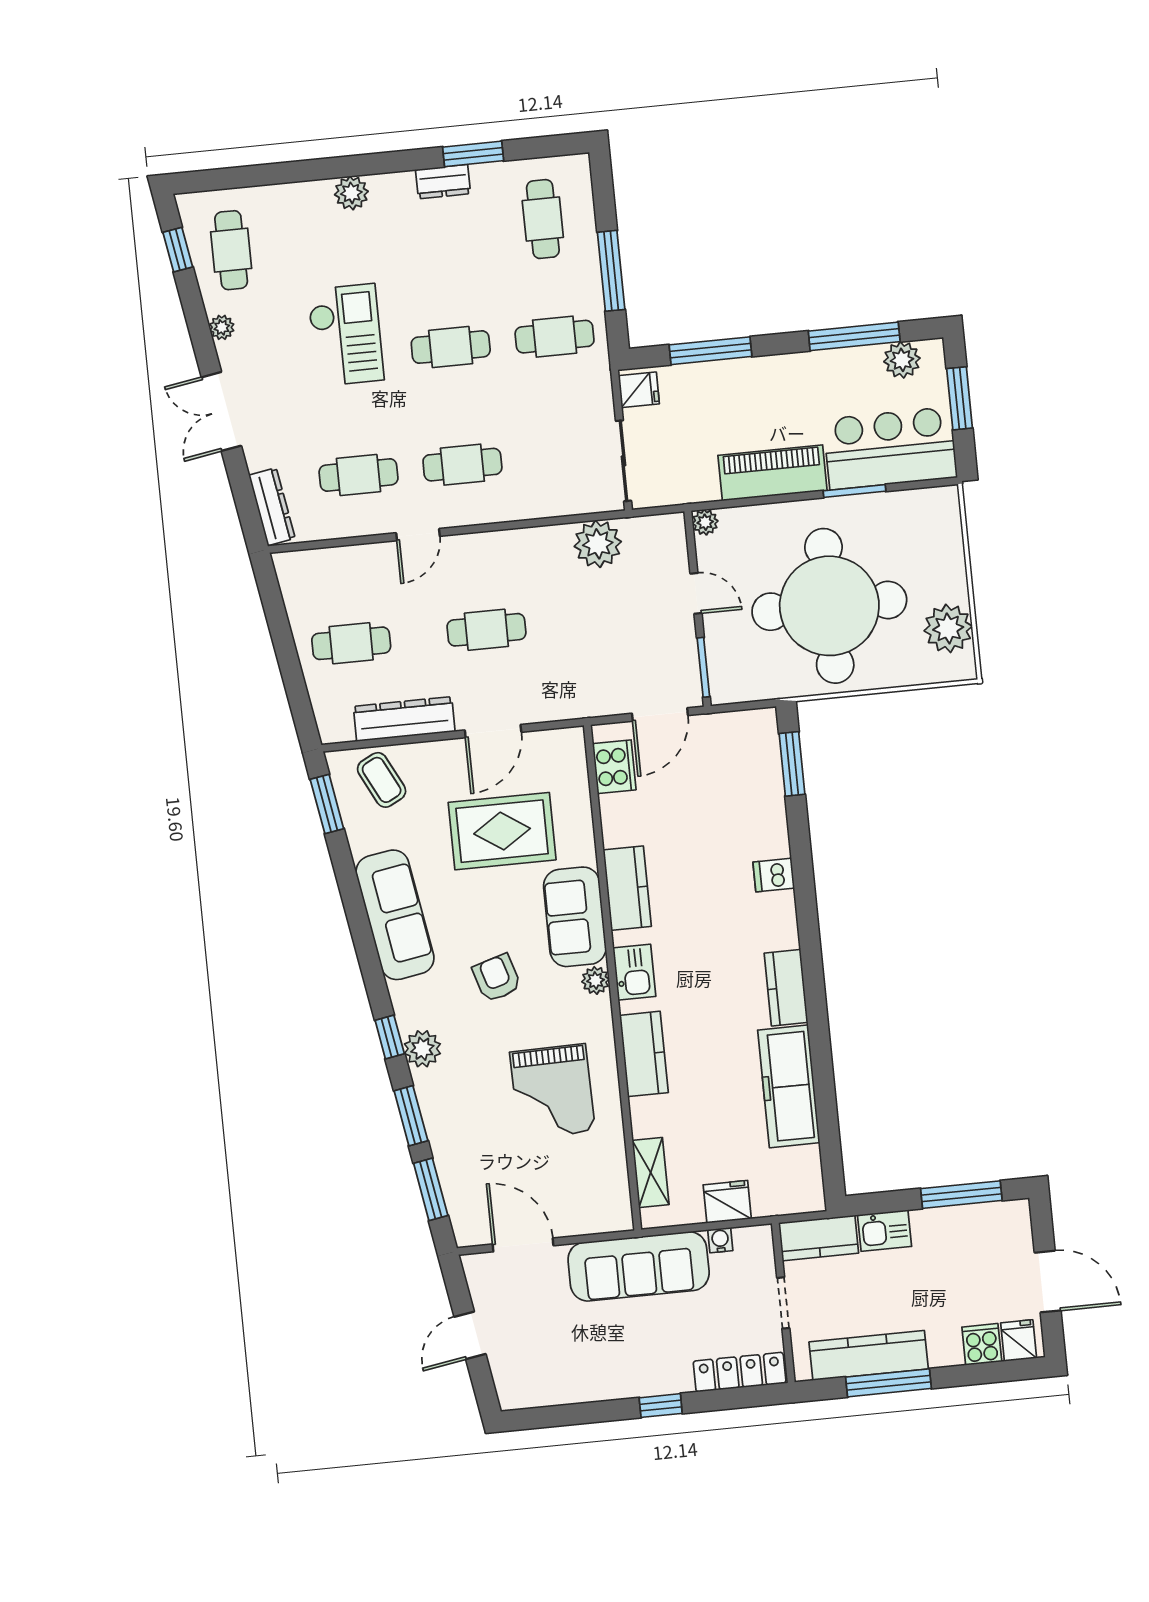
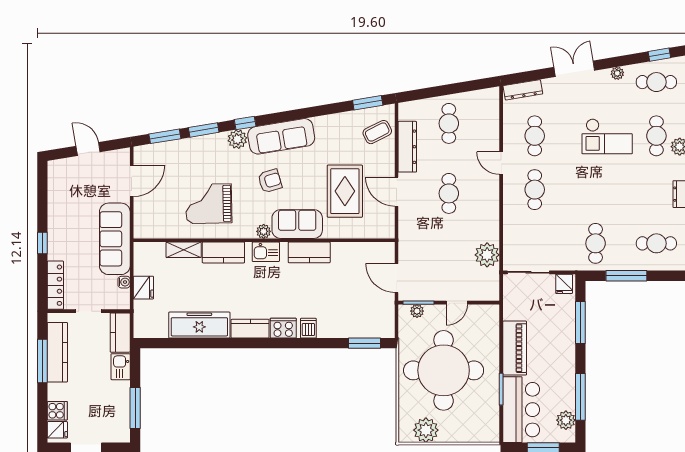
cafe table: (451, 347) -> (656, 136), moved
plant: (705, 522) -> (417, 311), moved
cooker: (614, 767) -> (283, 328), moved, turned 180
sofa: (395, 915) -> (281, 136), moved
shelving: (651, 1172) -> (184, 250), moved

